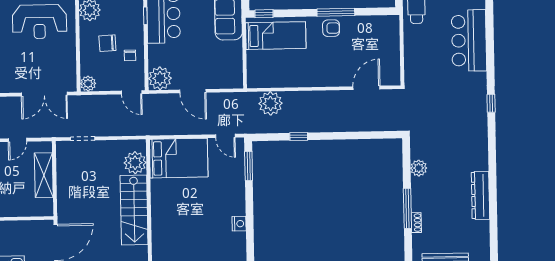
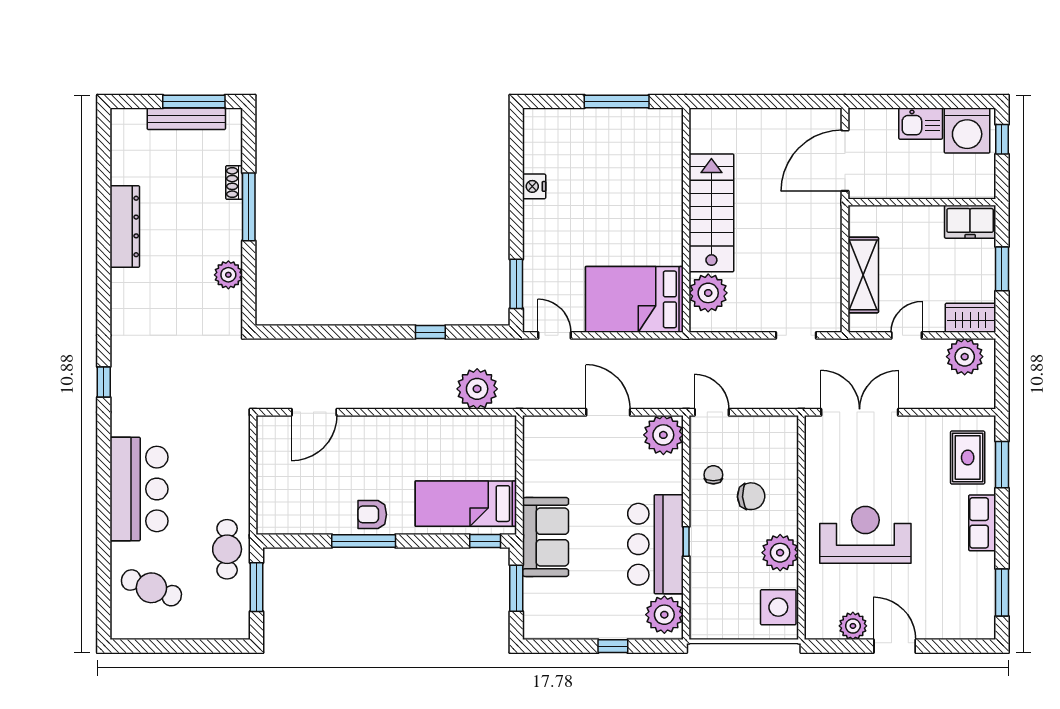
plant: (88, 84) -> (785, 428), removed

